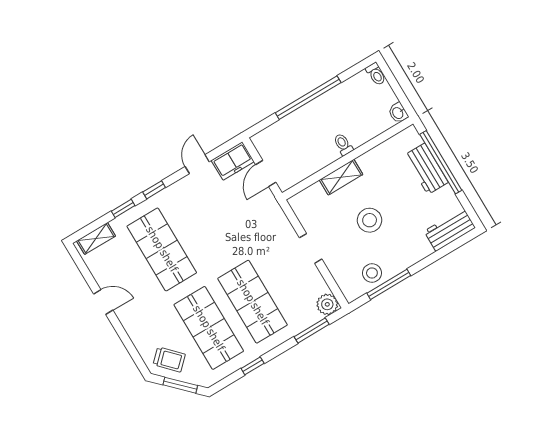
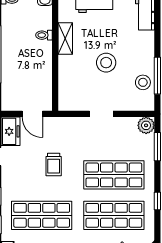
toilet: (343, 144) -> (44, 35), moved
shelving: (341, 177) -> (65, 39), moved
trolley: (225, 229) -> (54, 164), added

